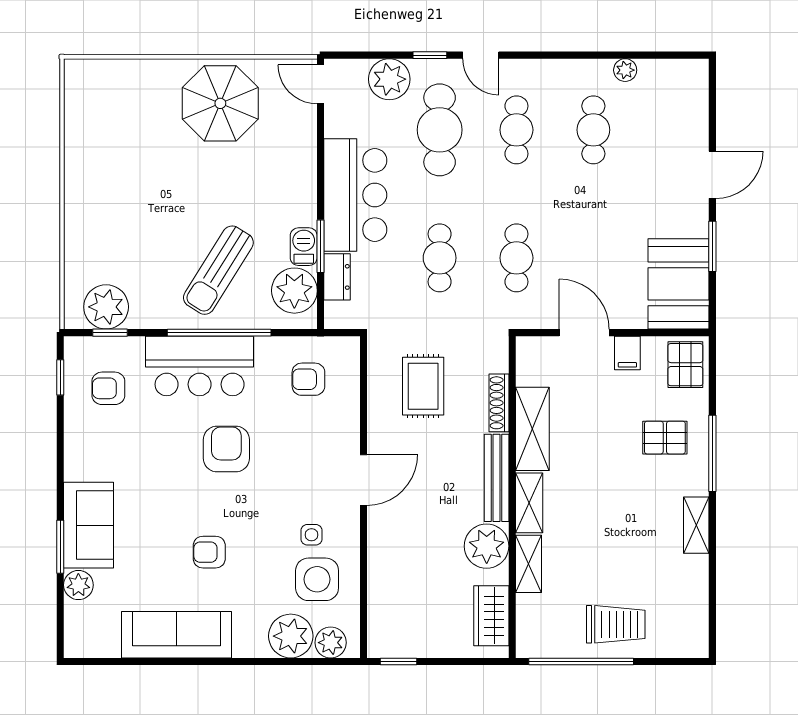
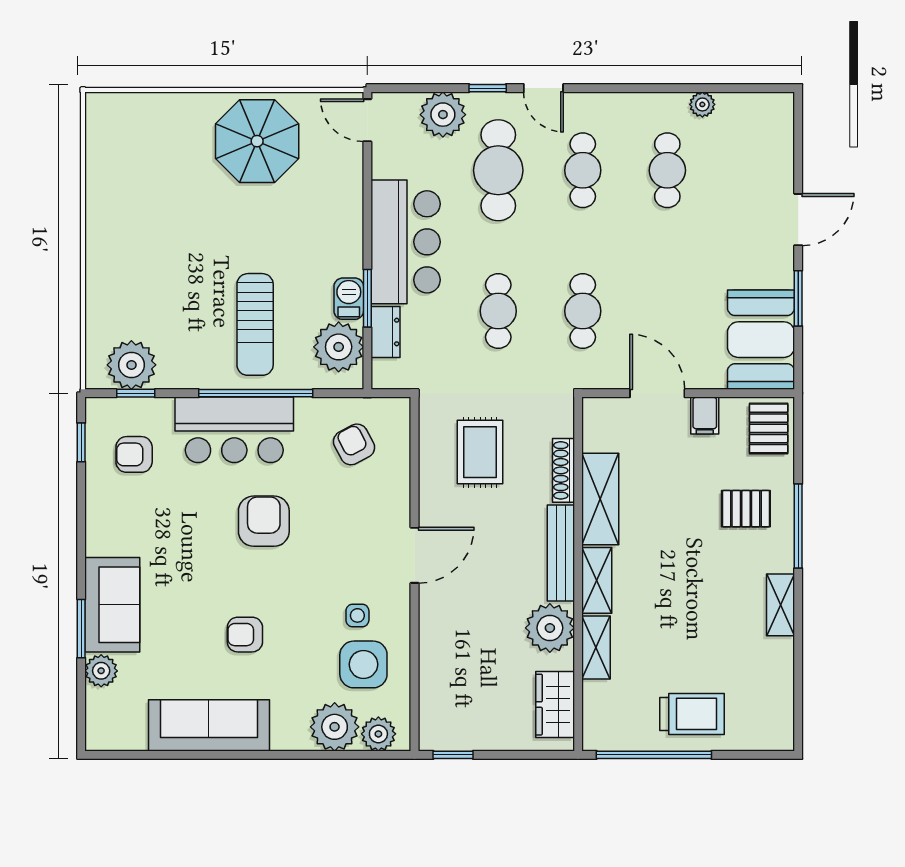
sun lounger: (218, 270) -> (255, 324), turned -32
armchair: (308, 379) -> (354, 444), turned 62

